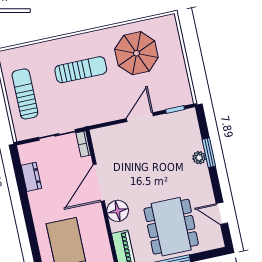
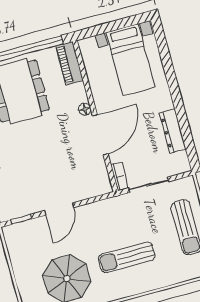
dresser: (31, 177) -> (173, 131), width x1.44
floor lamp: (118, 211) -> (85, 109), width x0.53, depth x0.53

